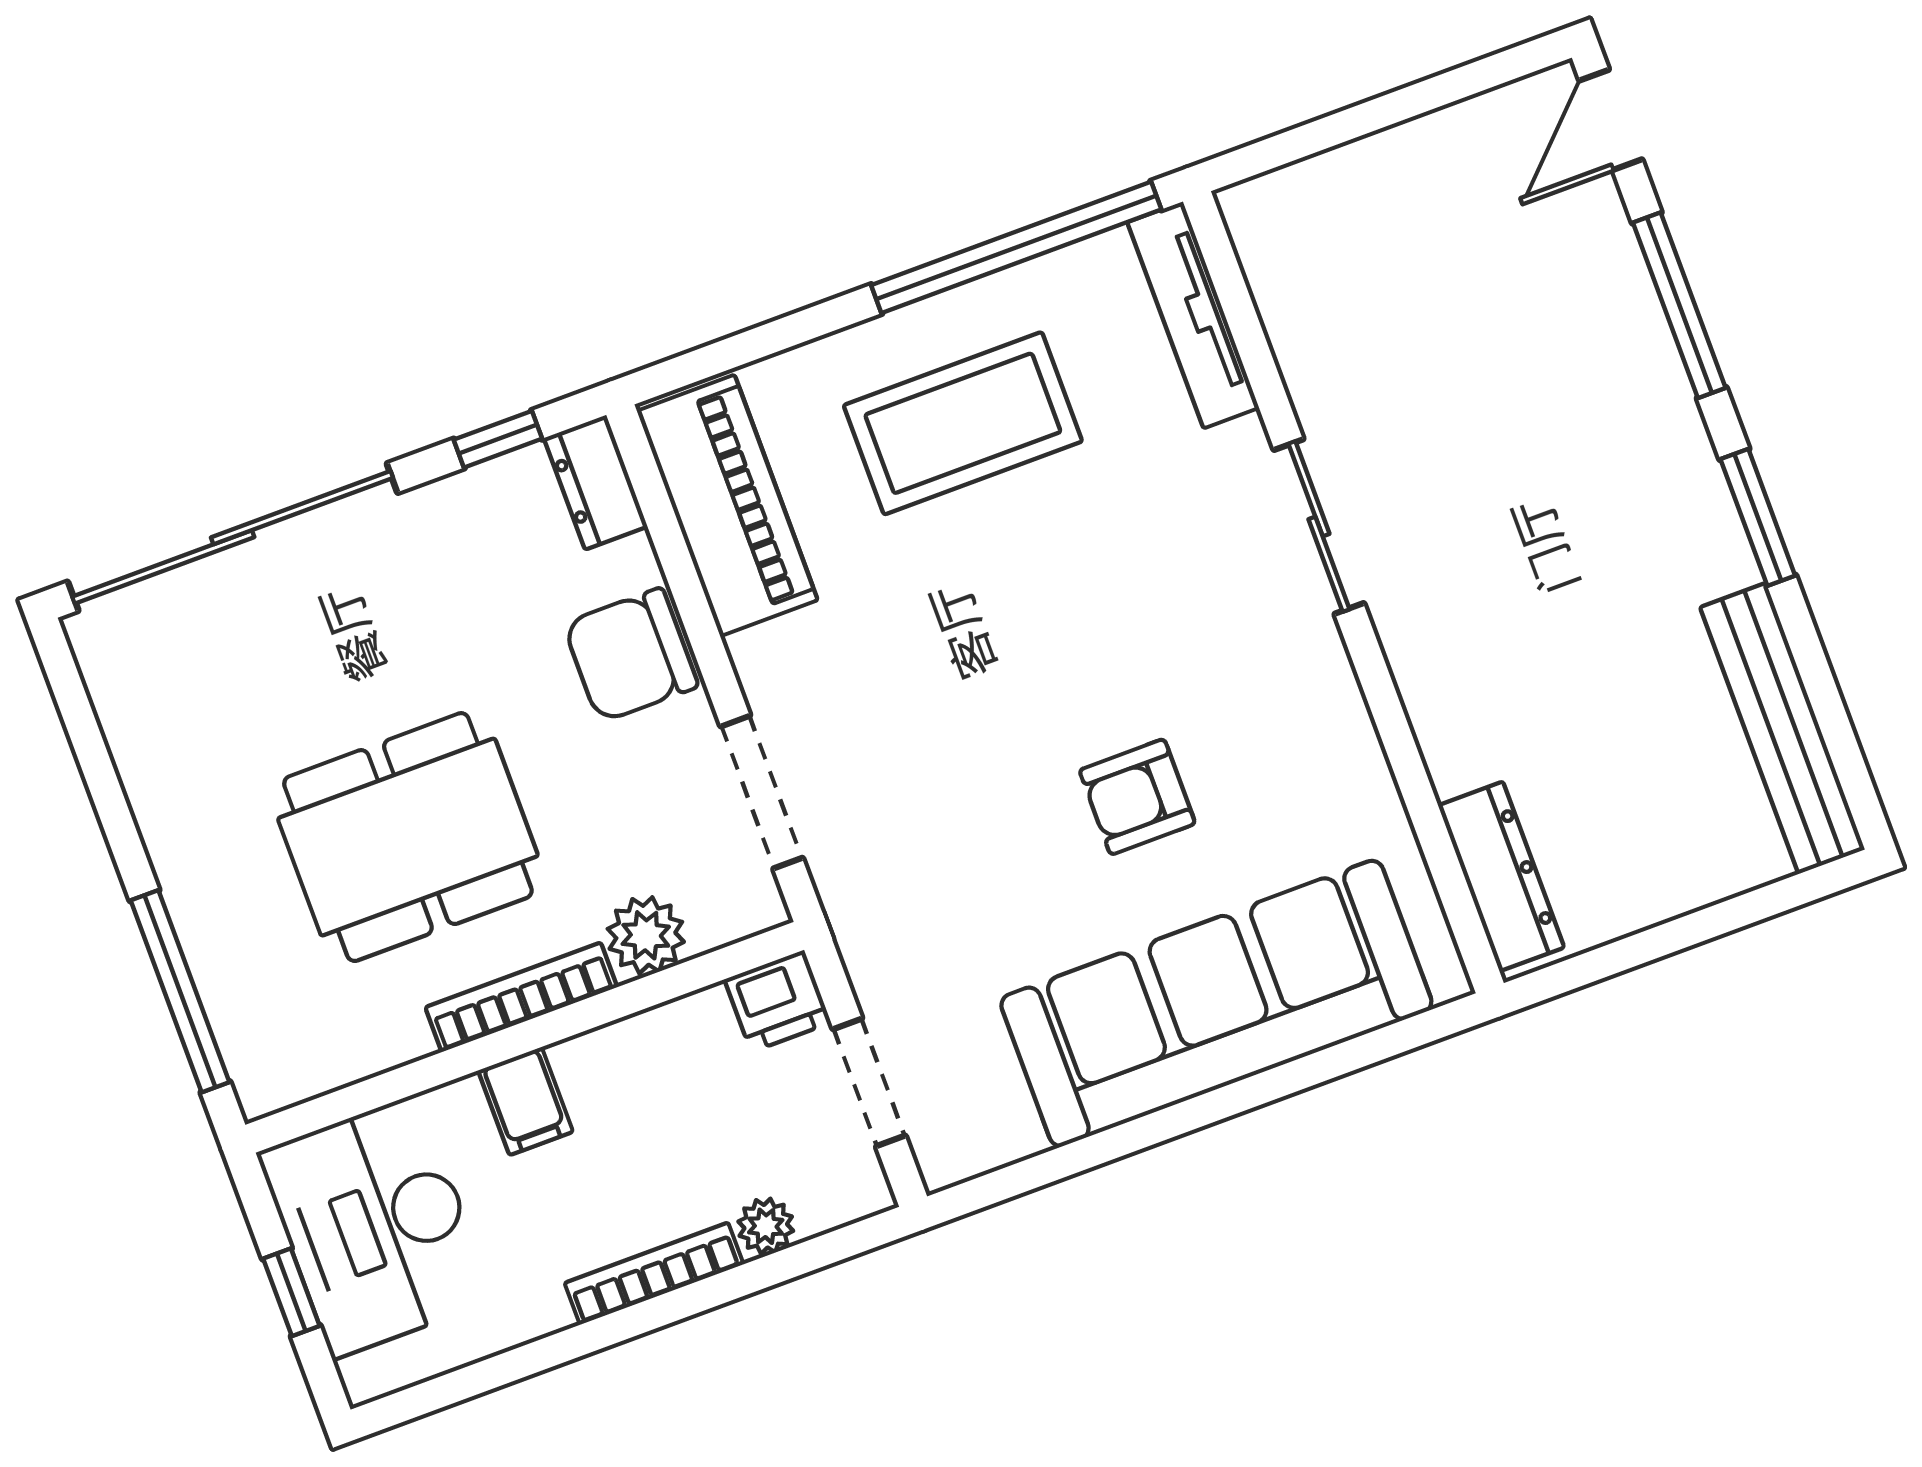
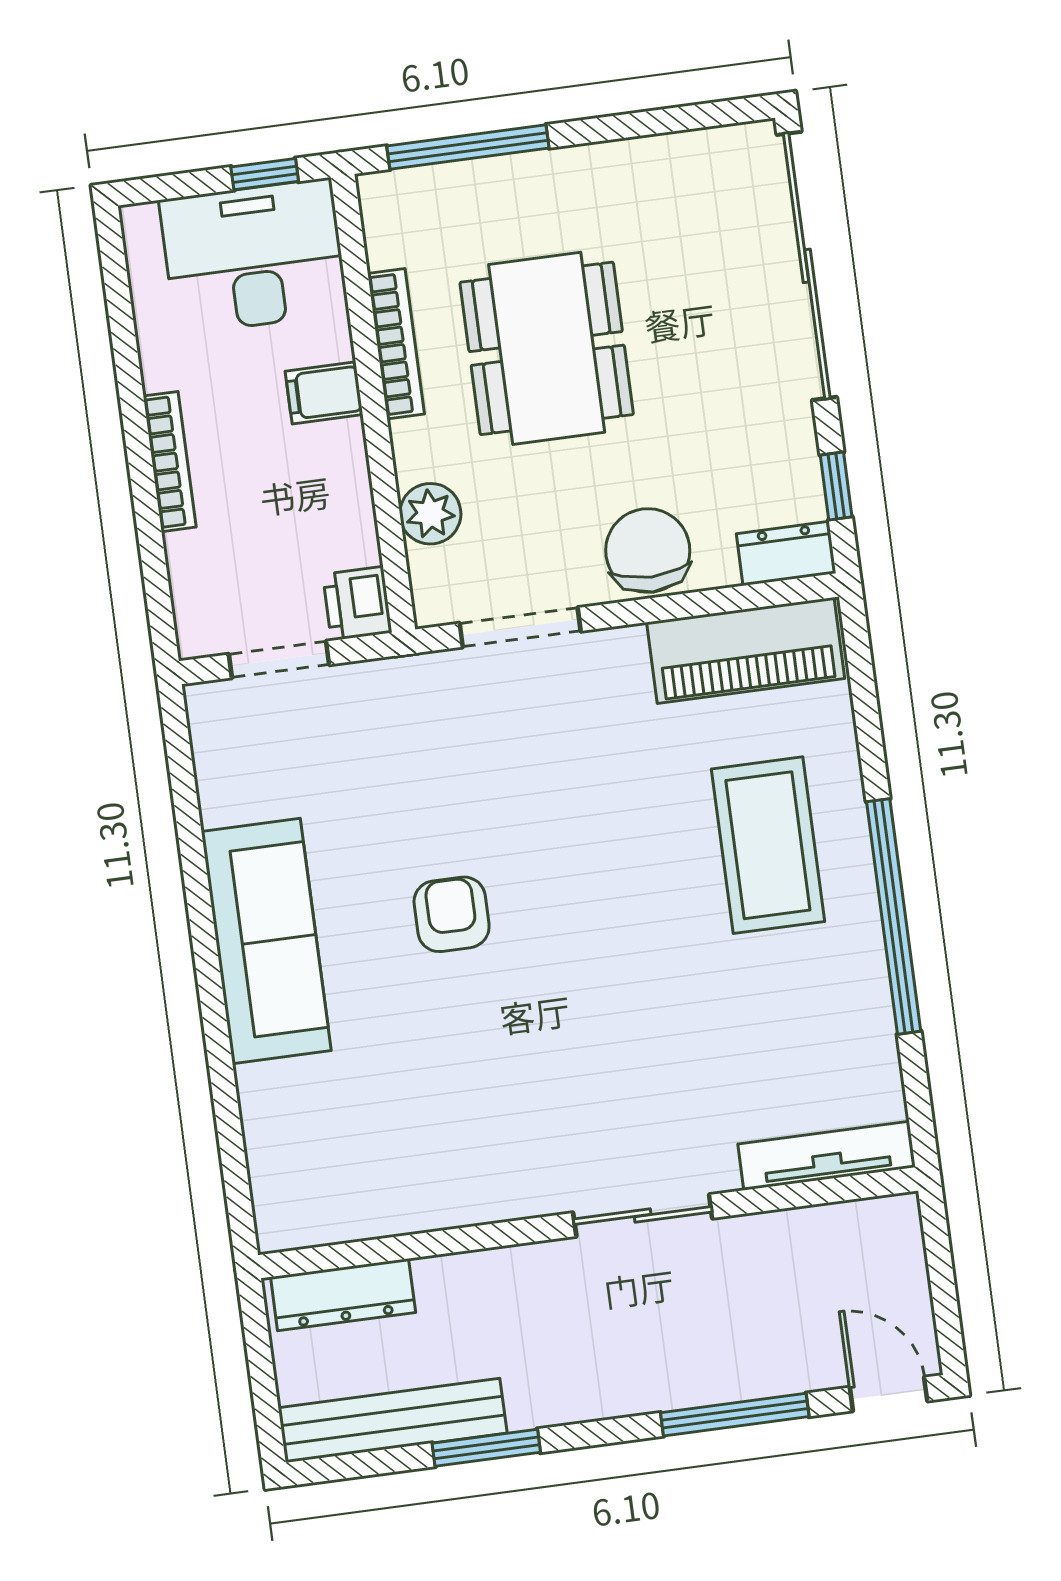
tv unit: (1193, 315) -> (827, 1156), moved
window: (1758, 517) -> (486, 1448), moved
sliding door: (1319, 527) -> (643, 1216), moved
wall: (1343, 592) -> (588, 1223), moved
dresser: (1501, 876) -> (343, 1295), moved
bookcase: (521, 997) -> (396, 344), moved
sofa: (1216, 1003) -> (266, 941), width x0.74, depth x0.79
plant: (766, 1226) -> (187, 555), removed
window: (291, 1292) -> (265, 174), moved

